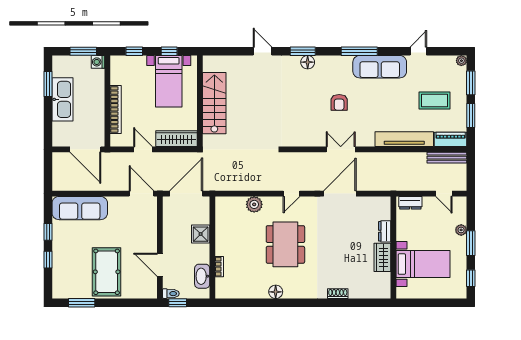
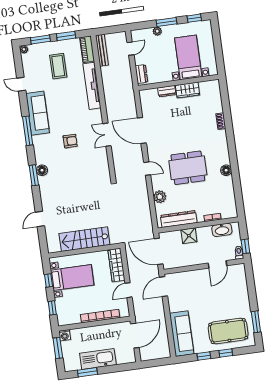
door: (262, 51) -> (40, 219), moved
dresser: (223, 224) -> (179, 219), added
pool table: (107, 272) -> (228, 331), moved

